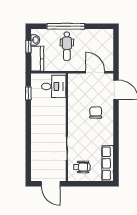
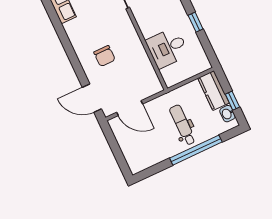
desk: (54, 86) -> (167, 48), moved
window: (28, 93) -> (196, 22), moved

